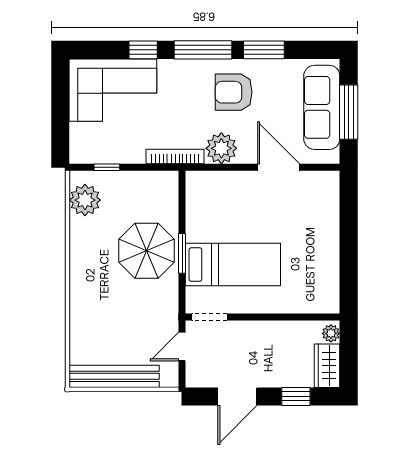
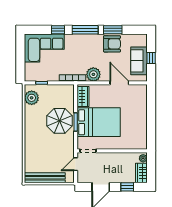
armchair: (234, 92) -> (112, 44), moved, turned 180
sofa: (322, 107) -> (139, 61), width x0.73
window: (349, 112) -> (151, 58), width x0.46
wardrobe: (198, 197) -> (83, 96), added
bed: (233, 265) -> (99, 122), width x1.50

